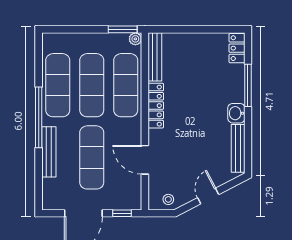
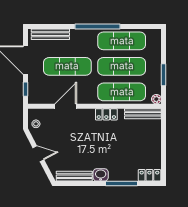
window: (123, 29) -> (164, 75), moved
locker: (156, 106) -> (106, 114), width x0.66
bench: (49, 152) -> (50, 34), moved

